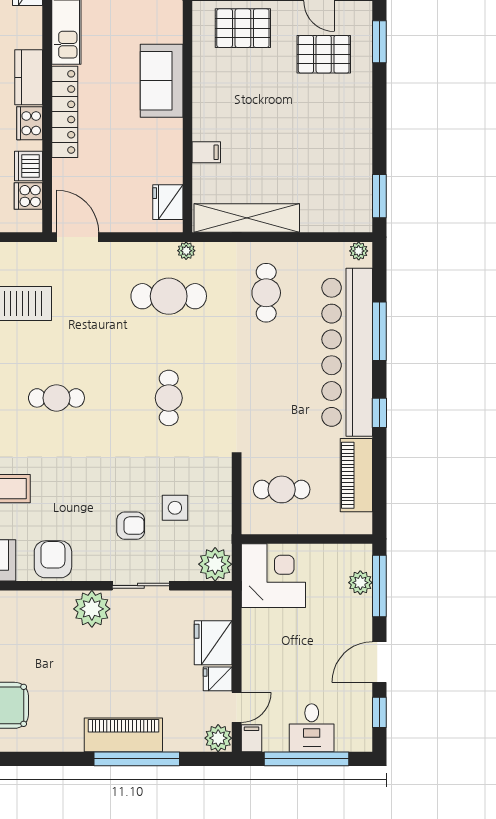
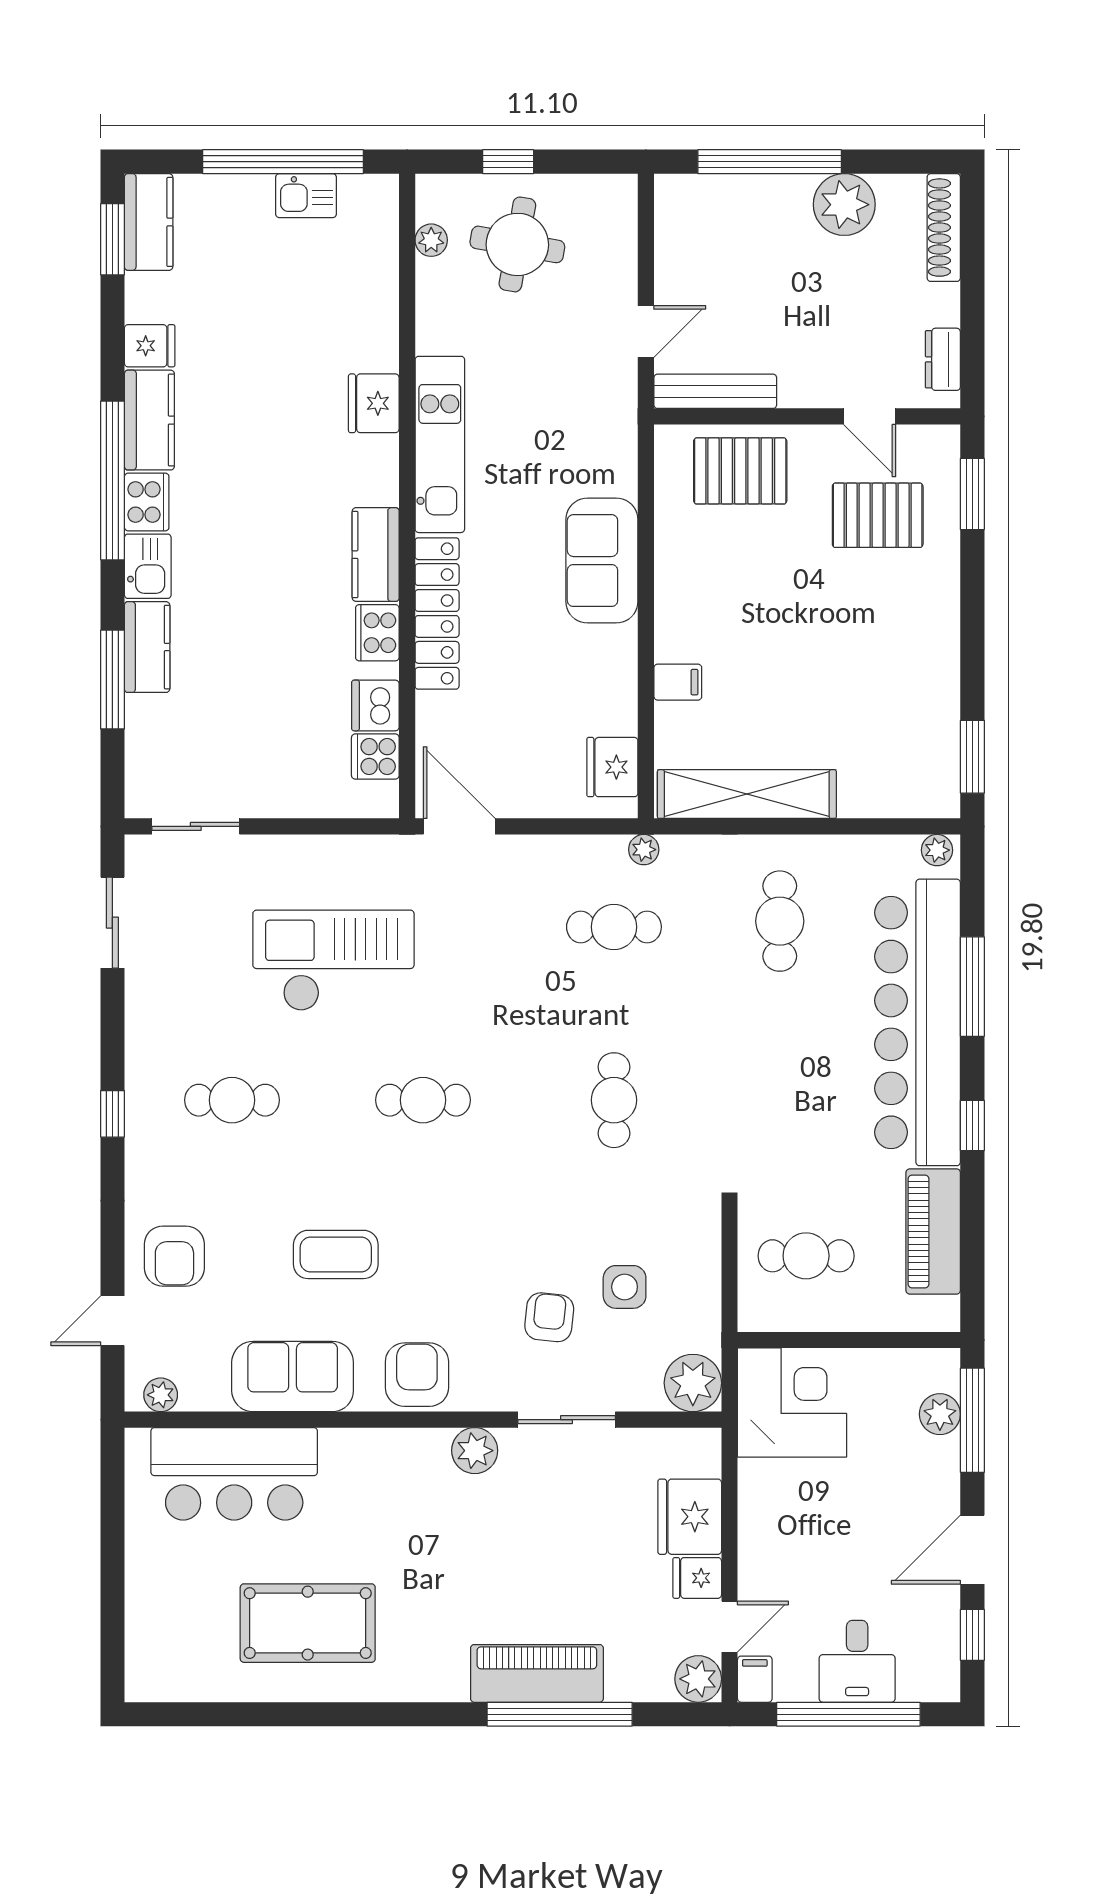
cafe table: (169, 296) -> (614, 927), width x0.73, depth x0.74
armchair: (131, 526) -> (549, 1317), turned -84
plant: (92, 609) -> (475, 1451), width x0.73, depth x0.73

